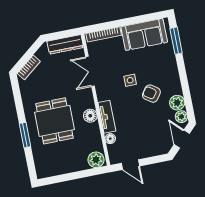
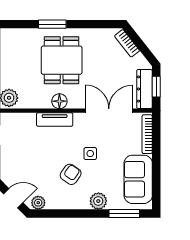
window: (61, 35) -> (156, 87), added
double door: (90, 71) -> (109, 111), width x1.37
plant: (177, 103) -> (98, 201), moved
dining table: (54, 121) -> (62, 60), turned 90
floor lamp: (110, 139) -> (29, 118), removed

